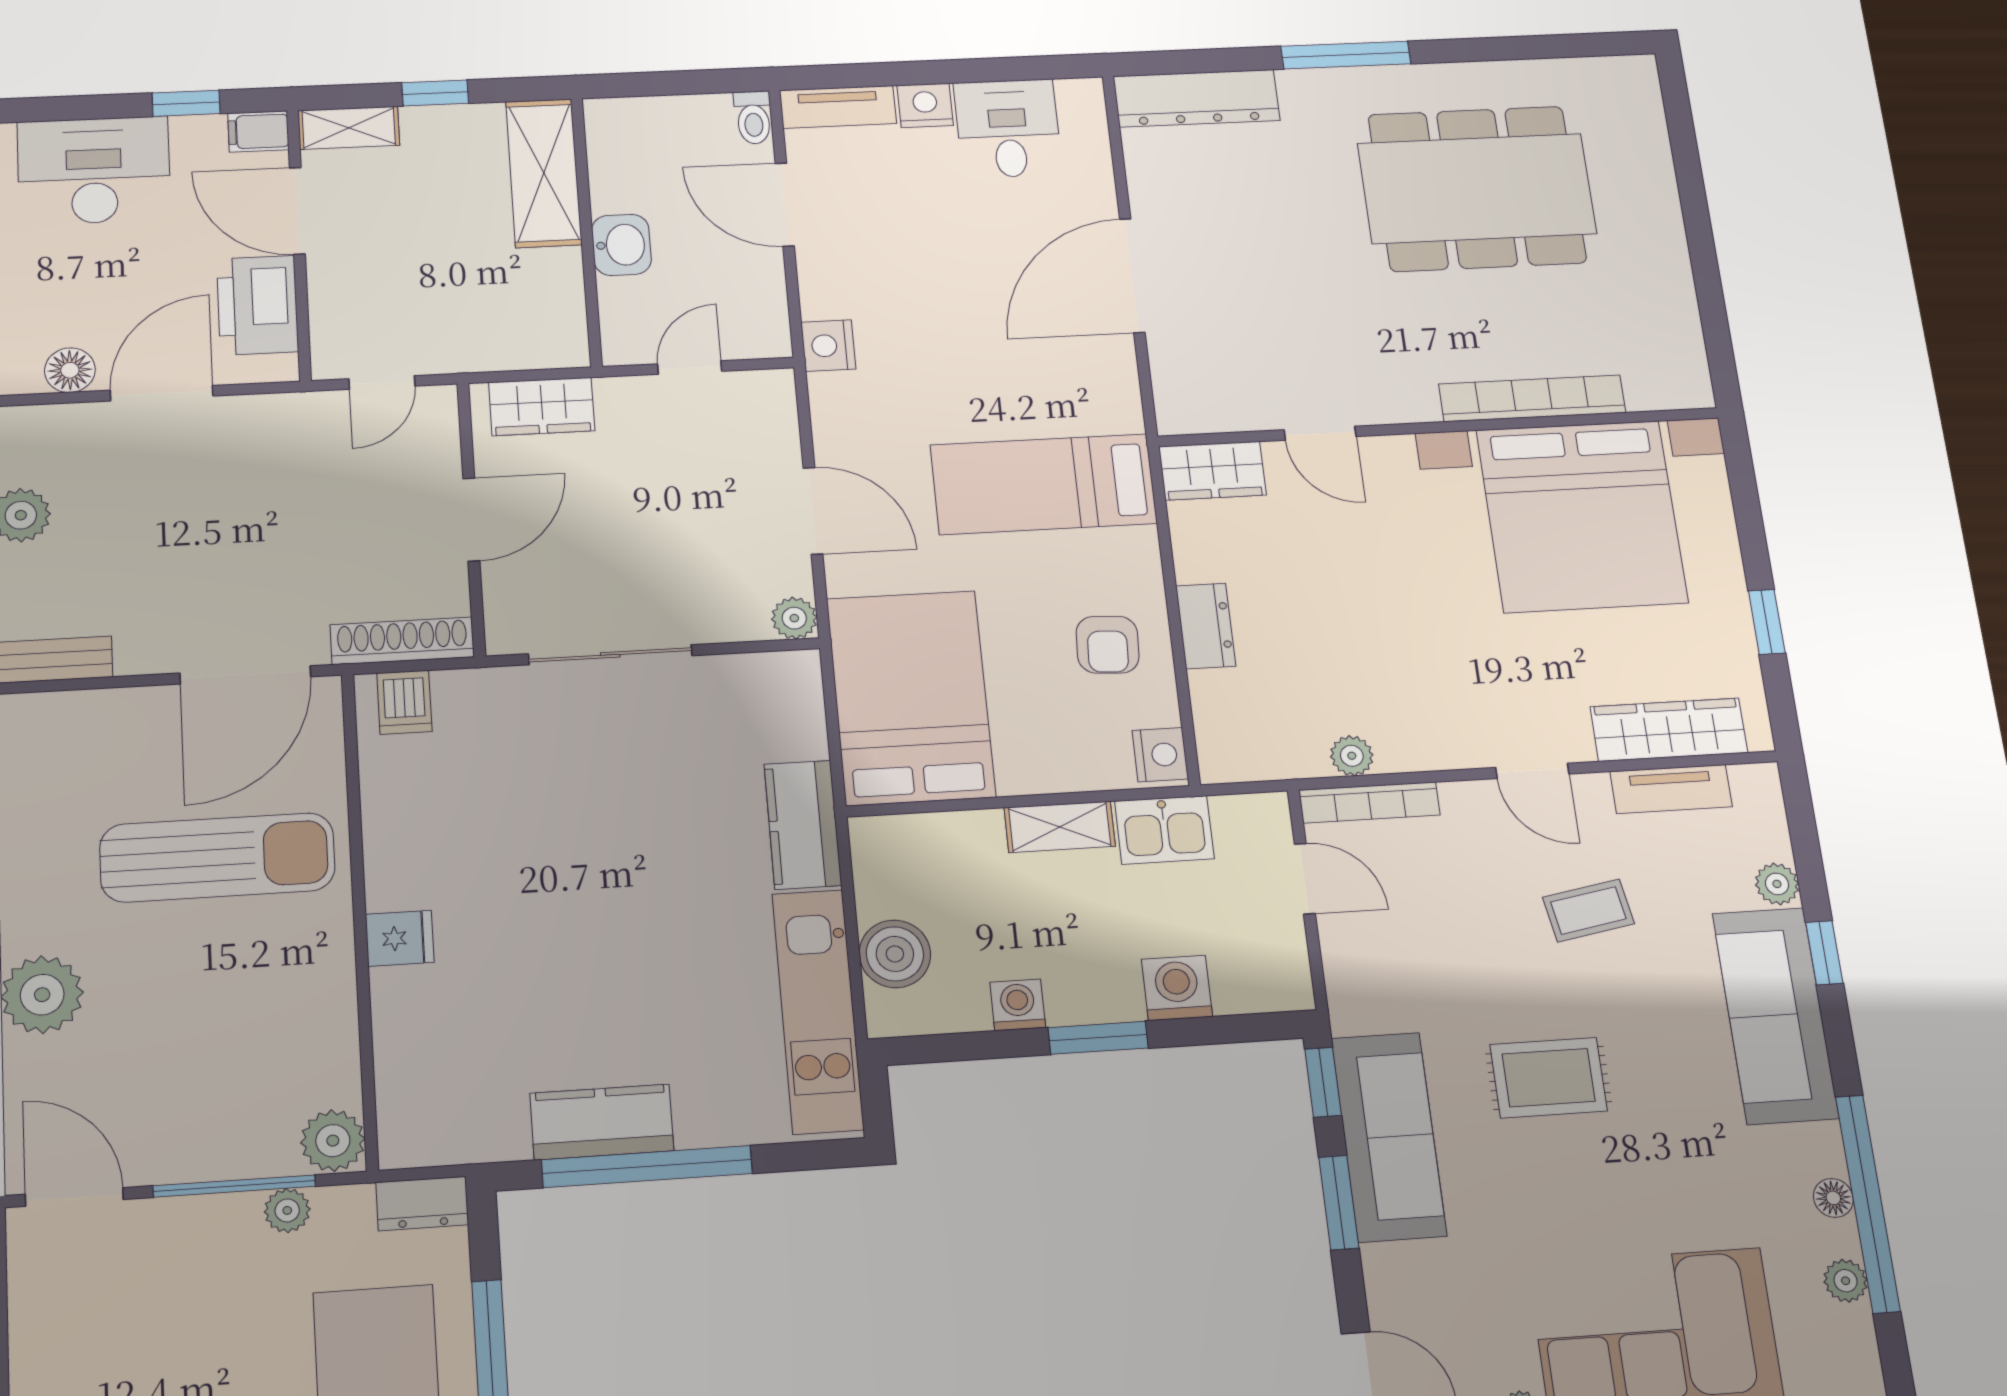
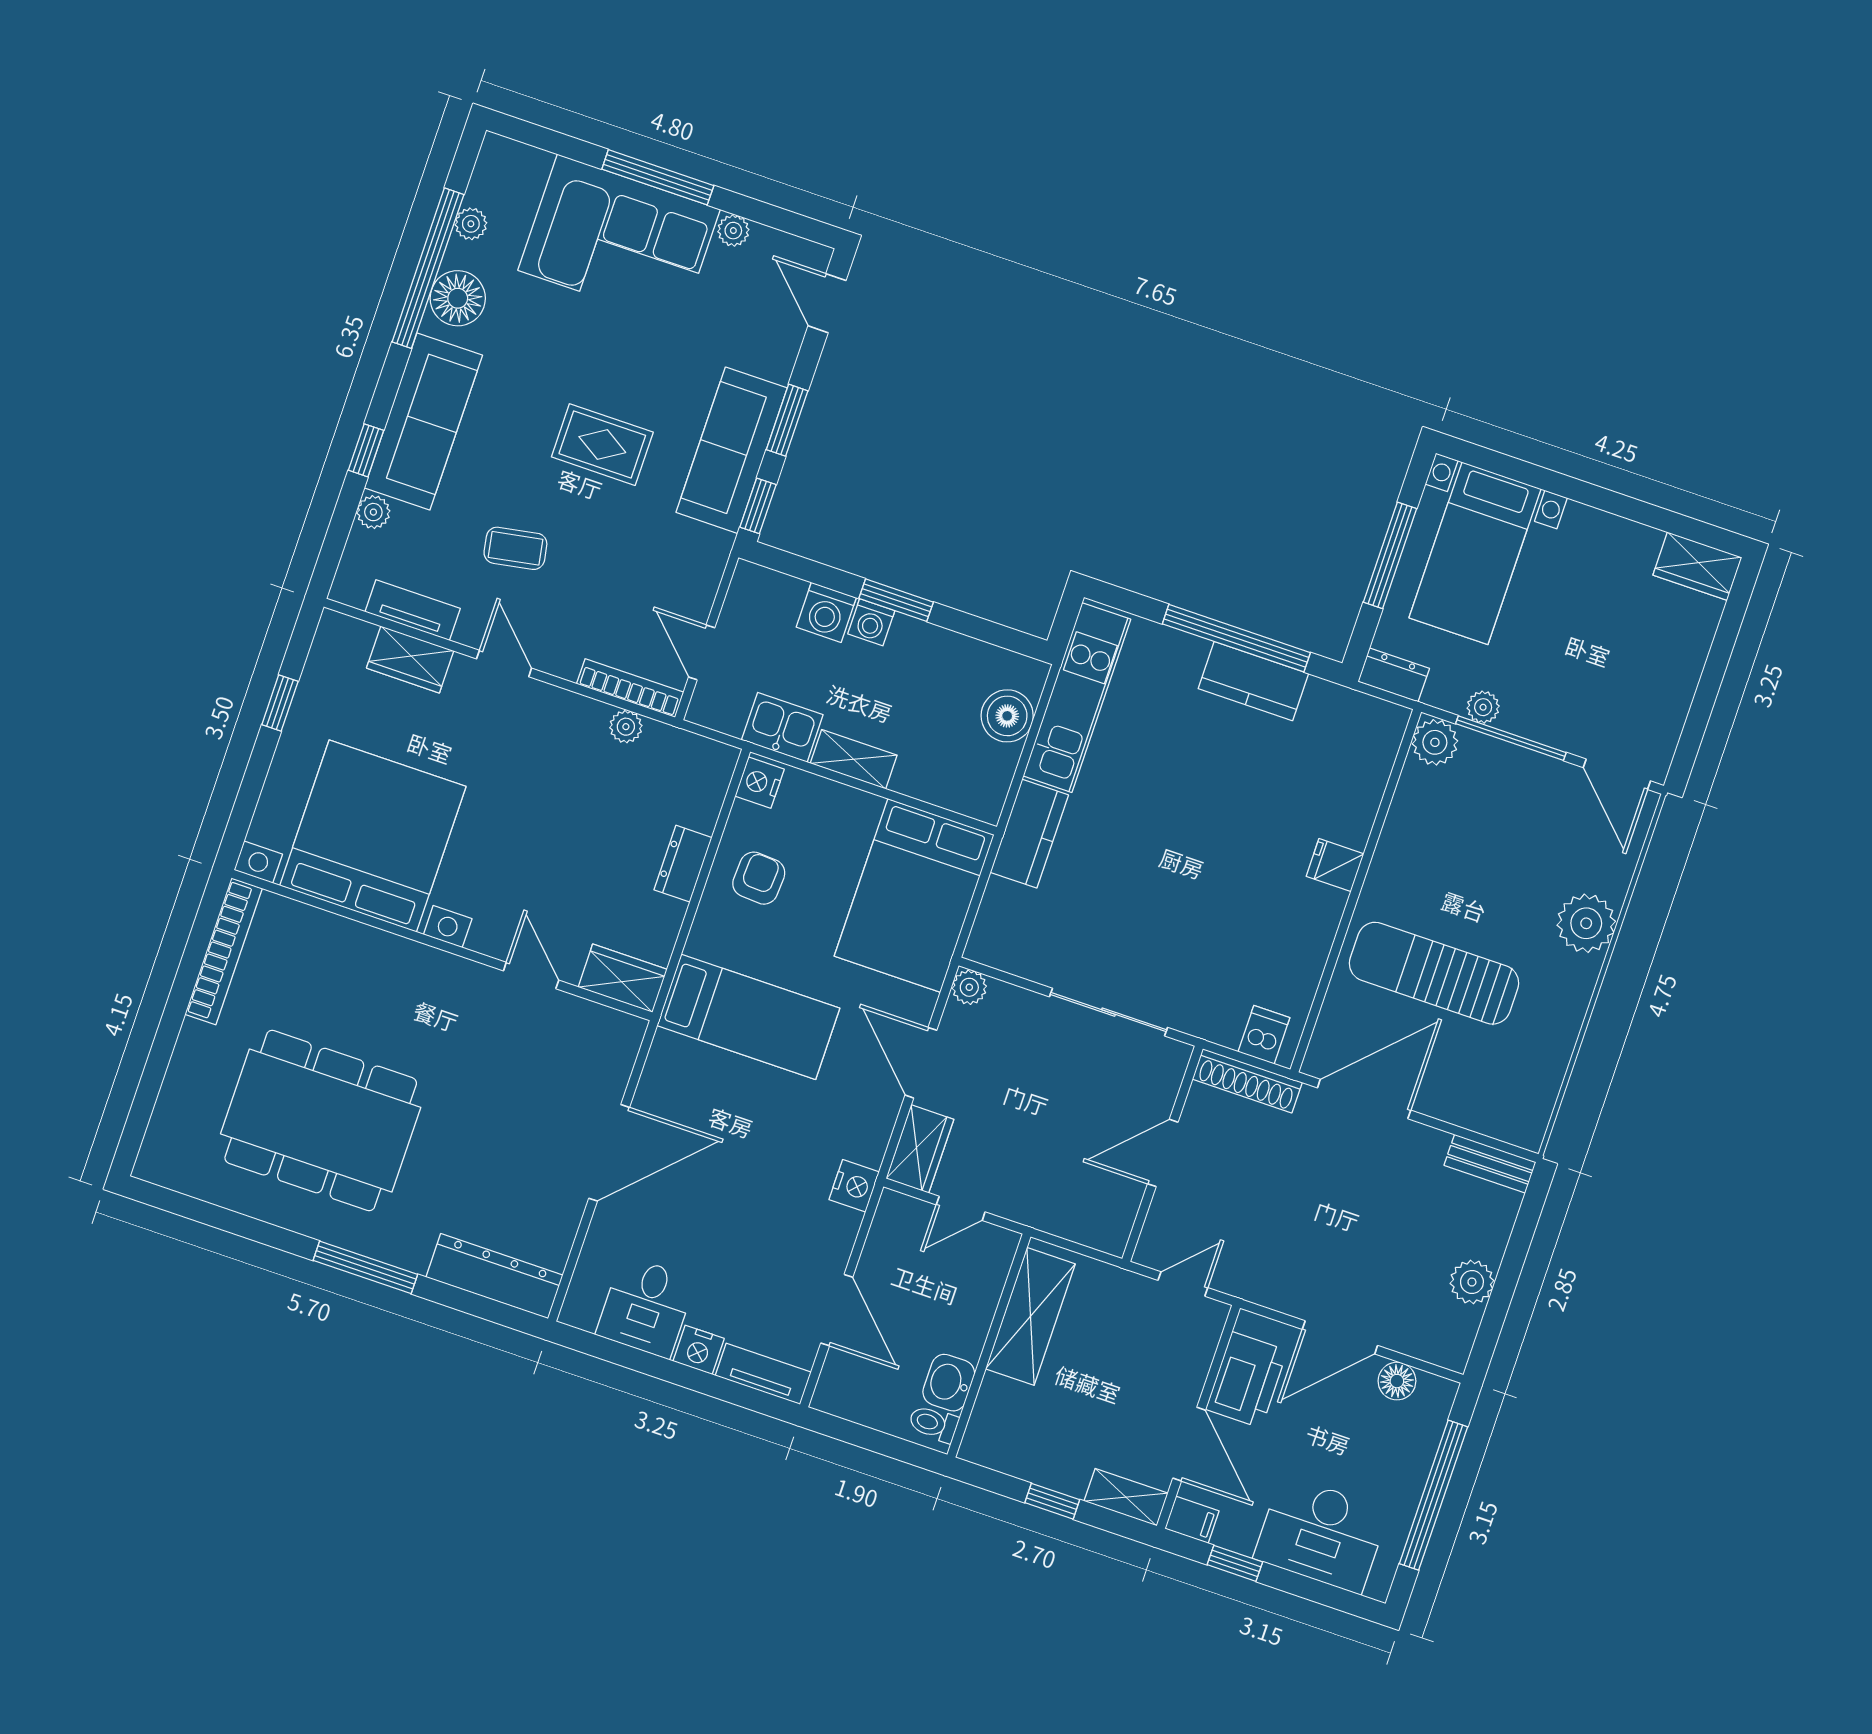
toilet: (753, 117) -> (934, 1424), moved, turned -90
shelving: (544, 173) -> (1030, 1316), moved
washbasin: (621, 245) -> (949, 1383), moved
bookcase: (1532, 398) -> (224, 951), moved, turned -90
wardrobe: (542, 406) -> (920, 1149), moved, turned 90
wardrobe: (1669, 730) -> (410, 659), width x0.67
washing machine: (1018, 1005) -> (871, 622), moved
floor lamp: (1833, 1198) -> (458, 298), width x1.89, depth x1.89

